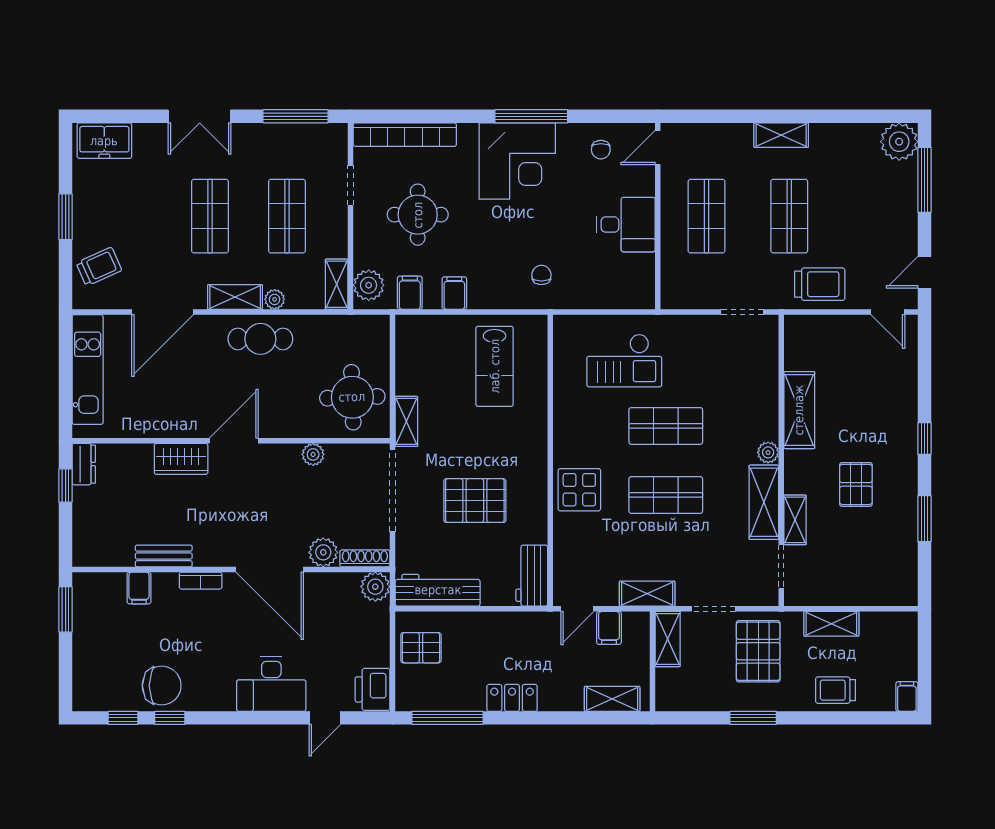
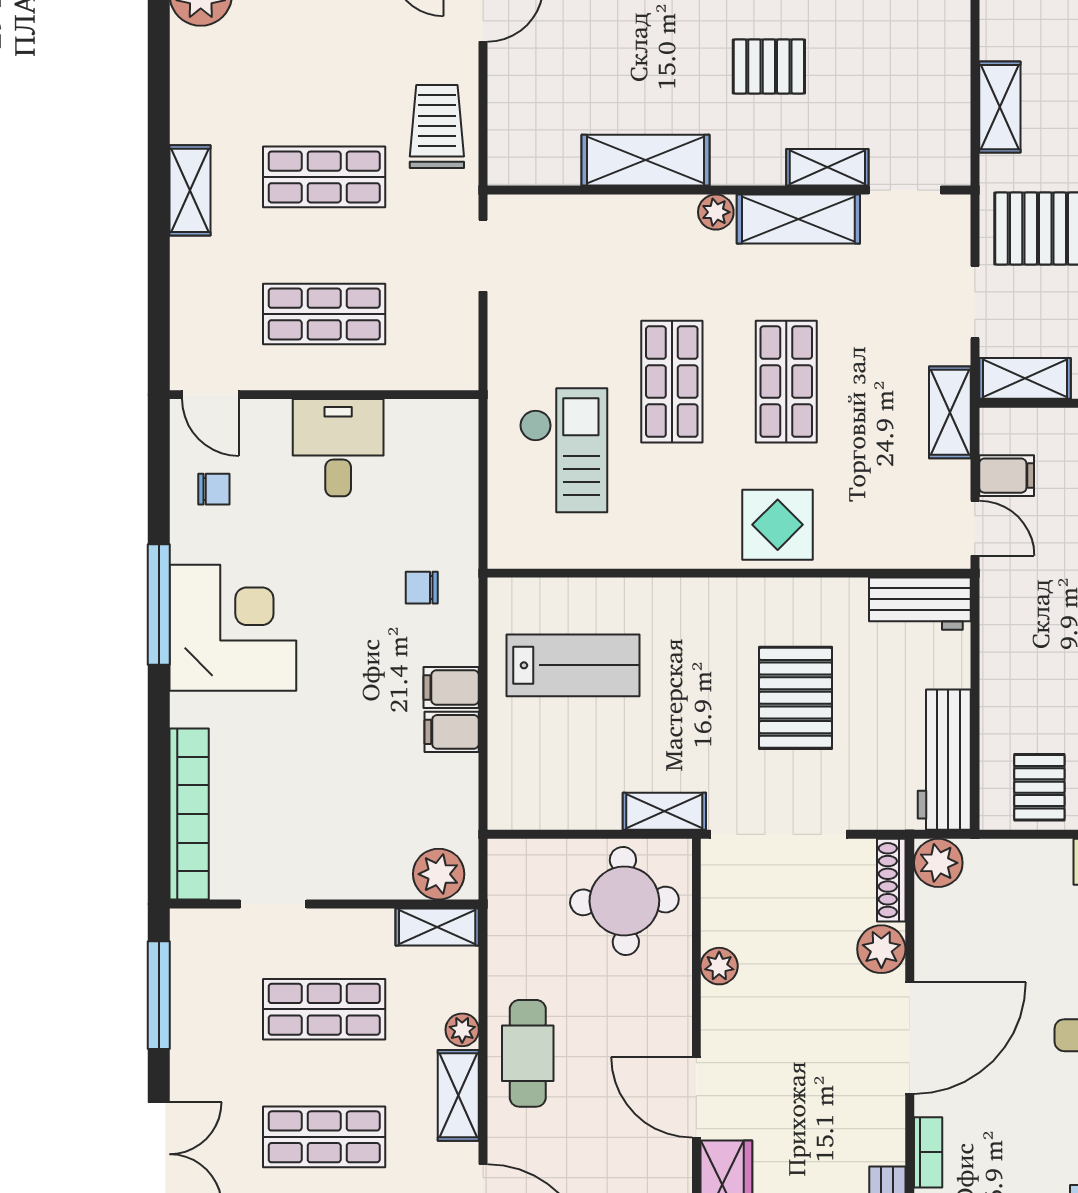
round table: (418, 215) -> (322, 793), removed
filing cabinet: (410, 293) -> (451, 688), moved

